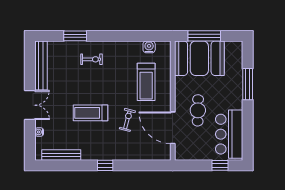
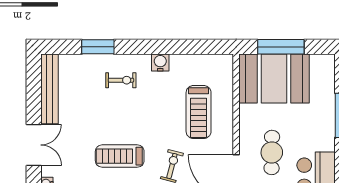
water cooler: (149, 47) -> (160, 63), moved

